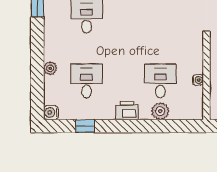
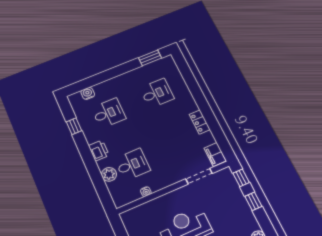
plant: (50, 68) -> (107, 85), removed
water cooler: (51, 112) -> (88, 93), moved

